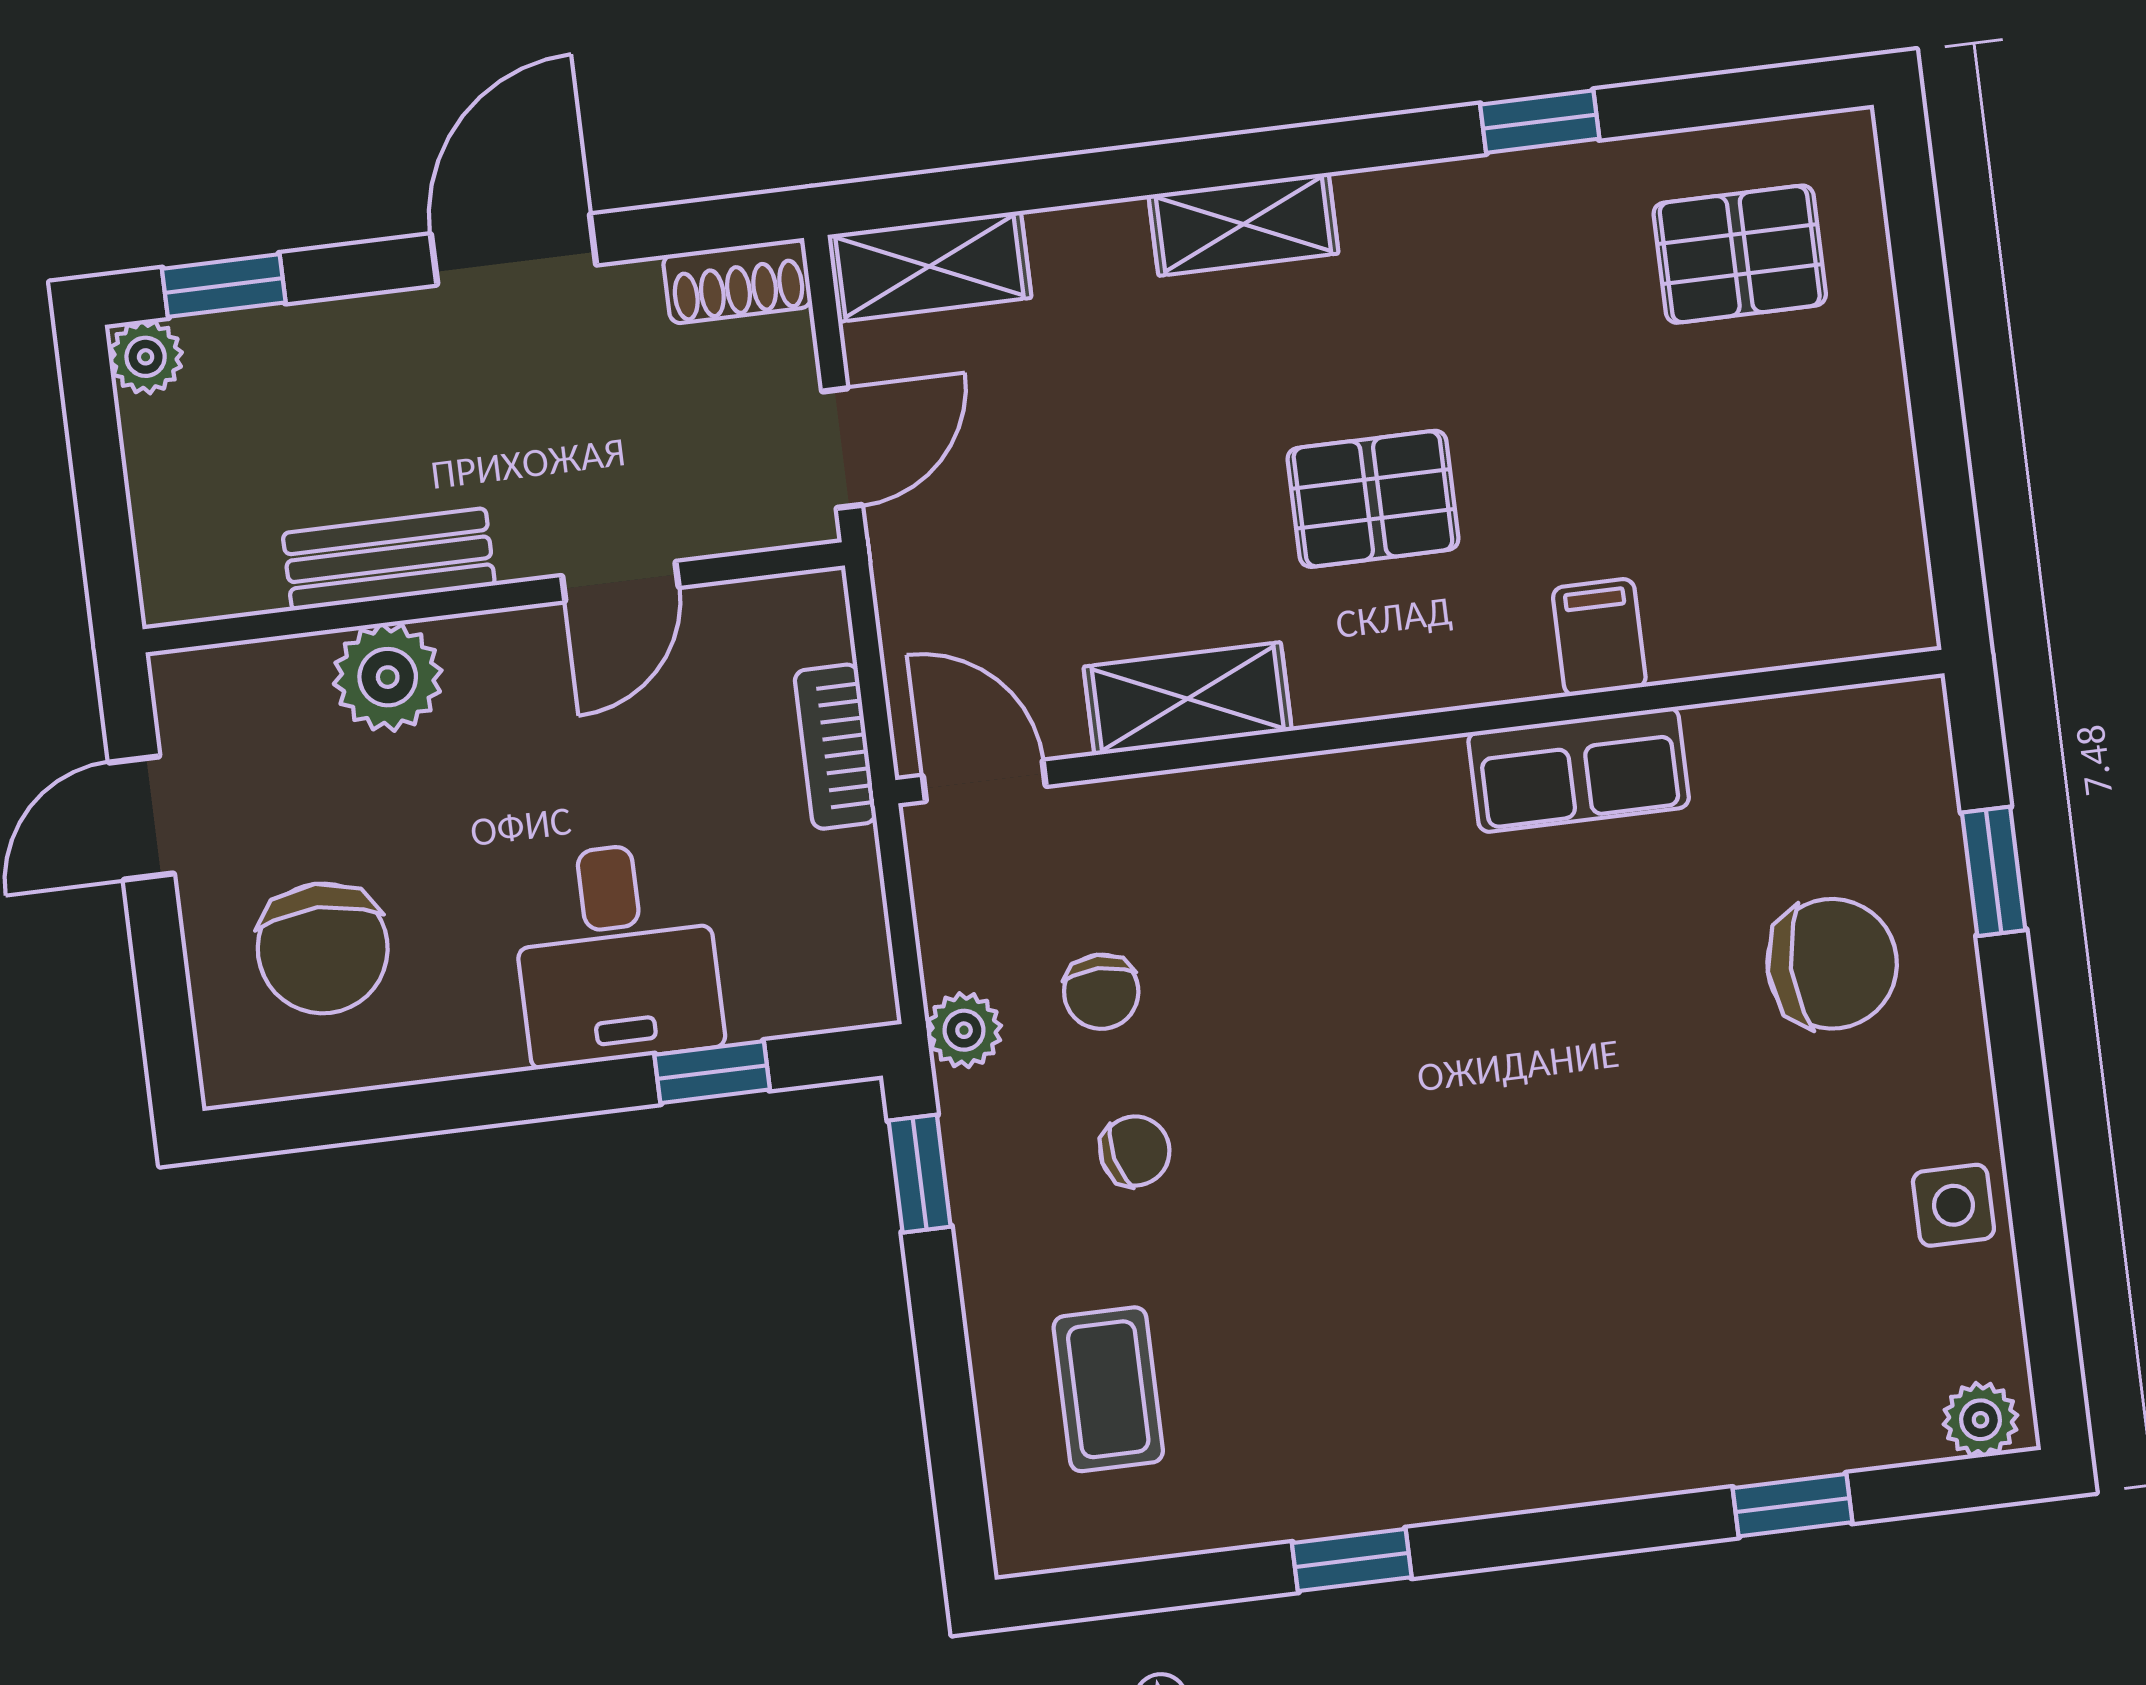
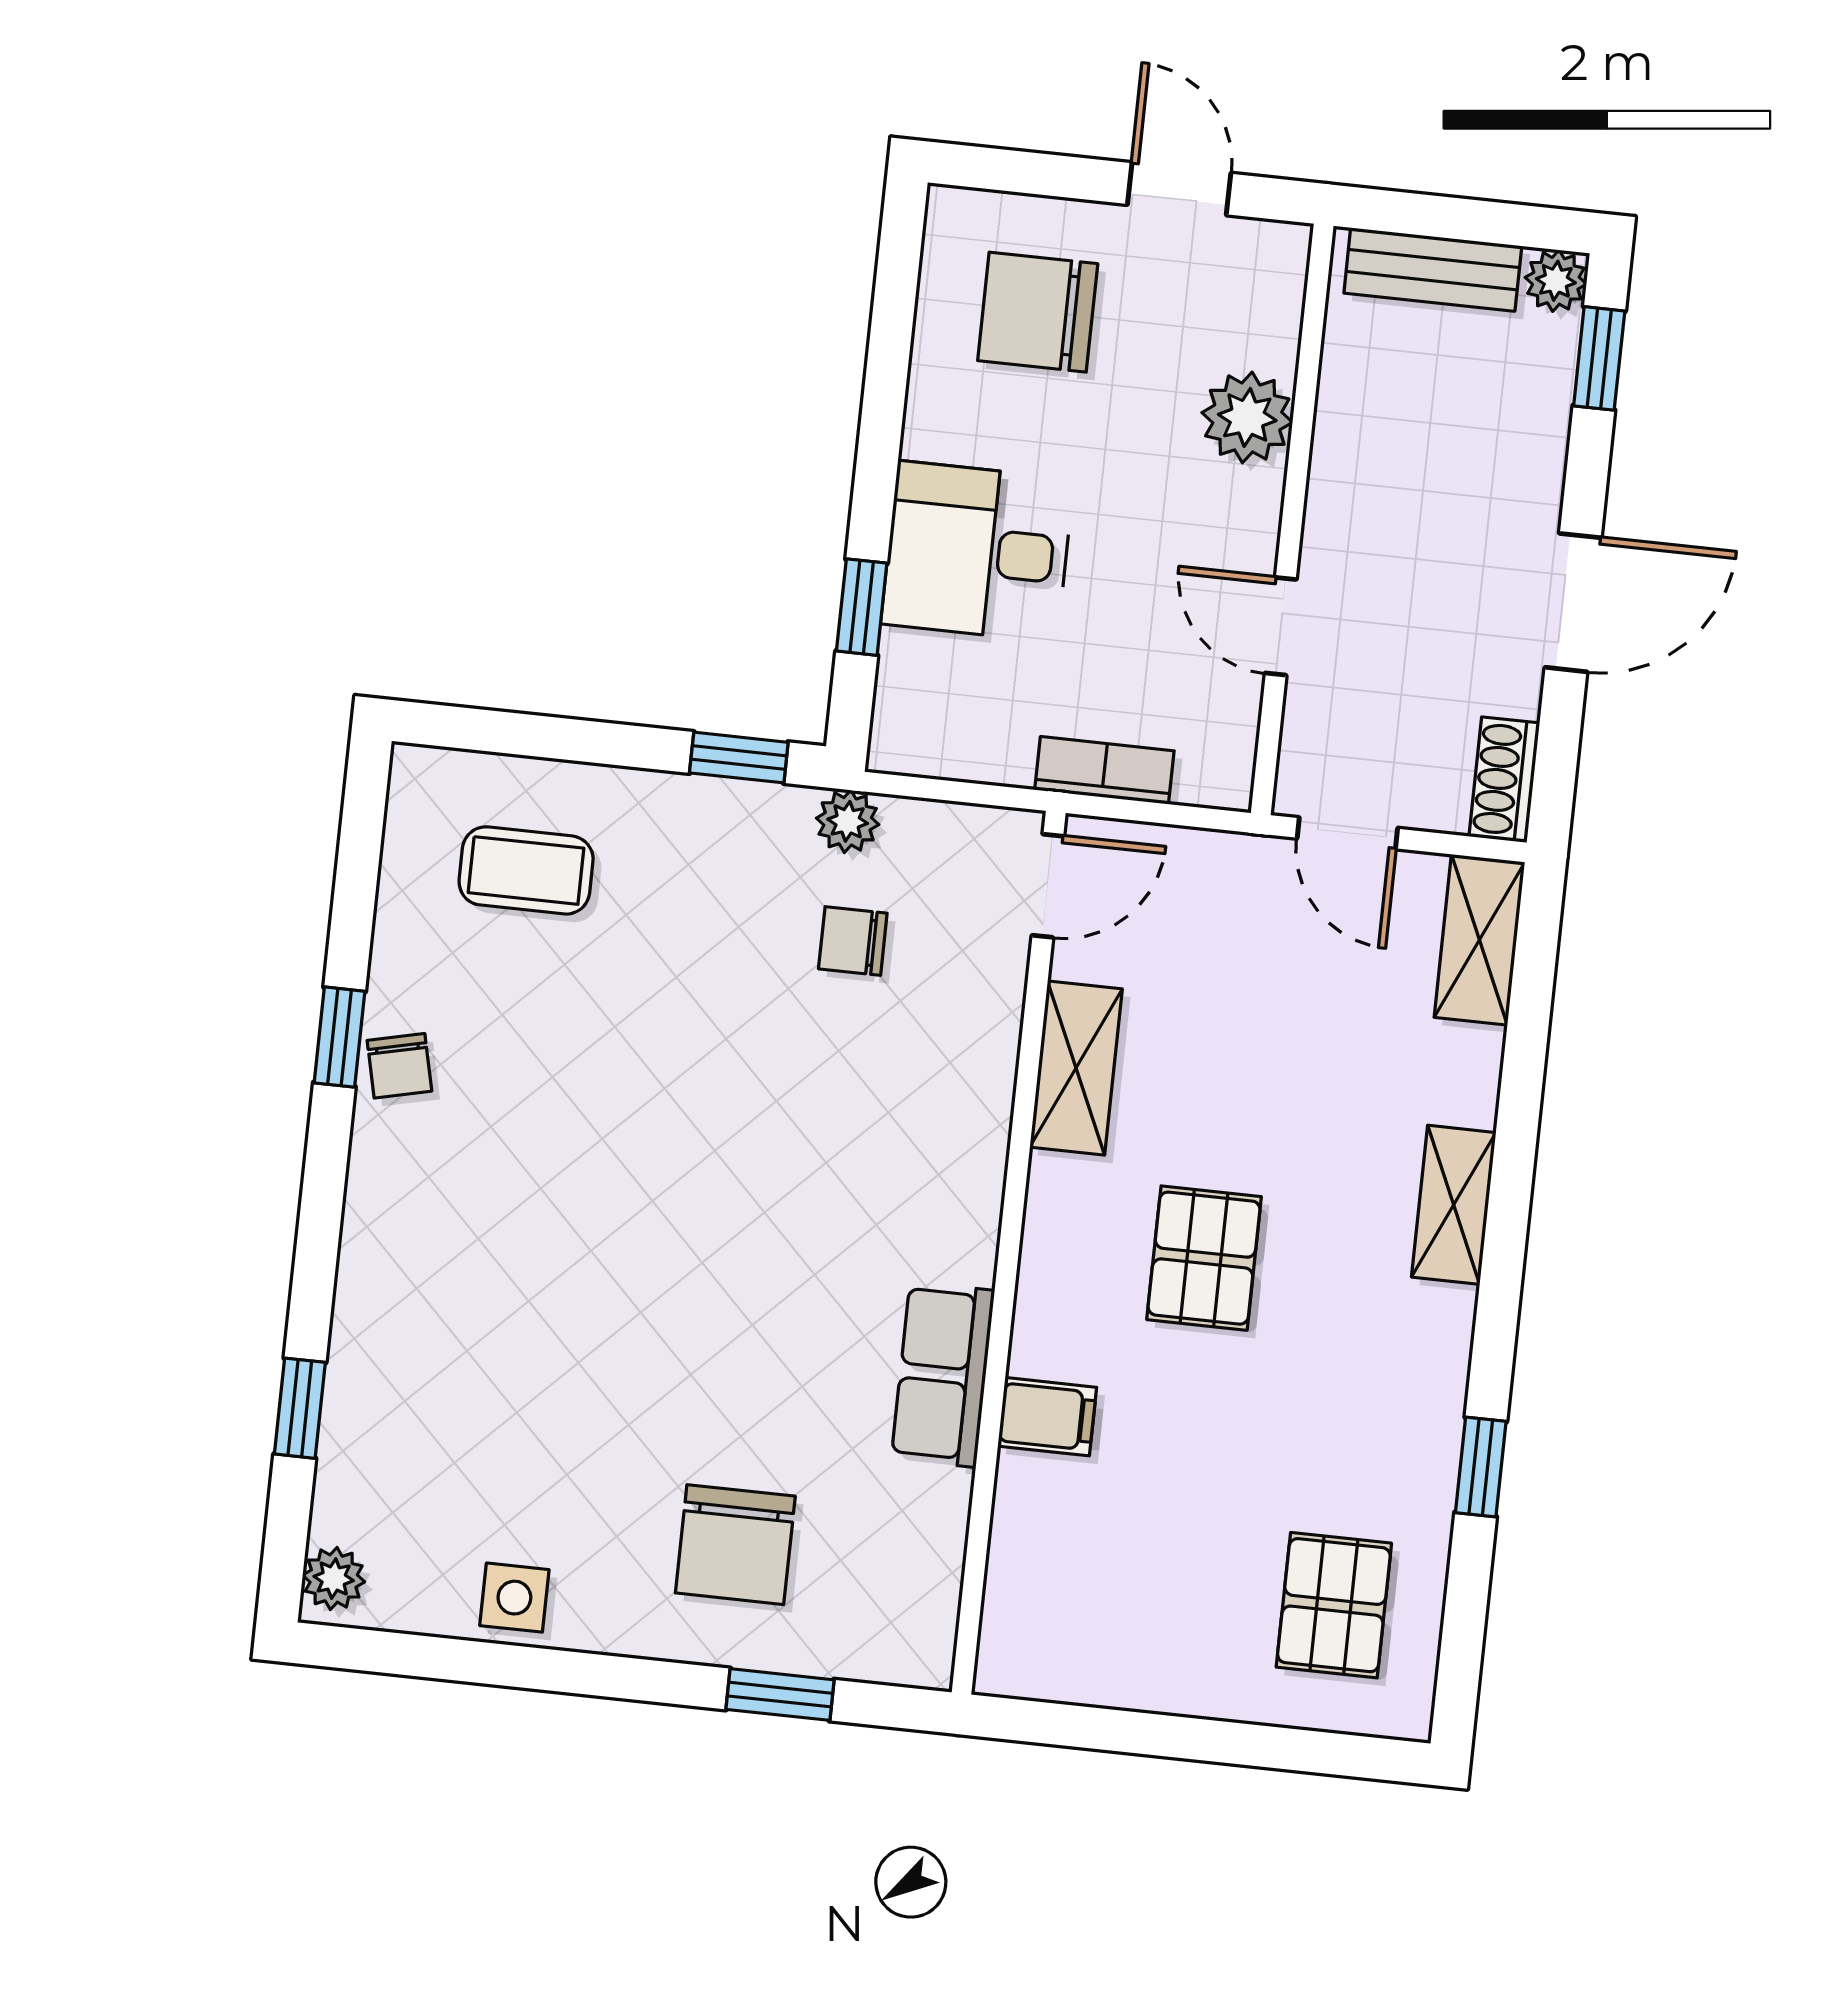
door: (514, 249) -> (1573, 603), hinge flipped
bench: (389, 559) -> (1433, 270), moved, turned 90
chair: (1135, 1151) -> (399, 1066), moved

